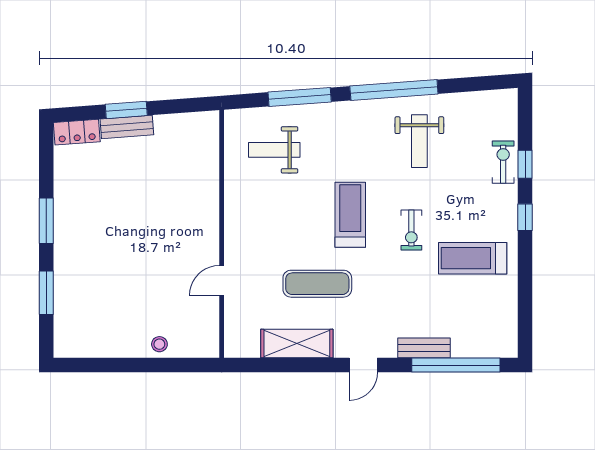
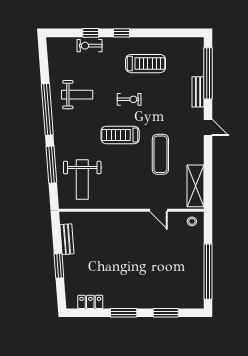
bench: (127, 127) -> (67, 239), moved
locker: (77, 132) -> (90, 302), moved, turned -86
weight bench: (274, 150) -> (82, 179), width x1.36, depth x1.33
treadmill: (473, 258) -> (146, 64), turned -90
stool: (159, 344) -> (192, 221), moved
shelving: (297, 344) -> (195, 186), moved
window: (116, 365) -> (208, 272), added

